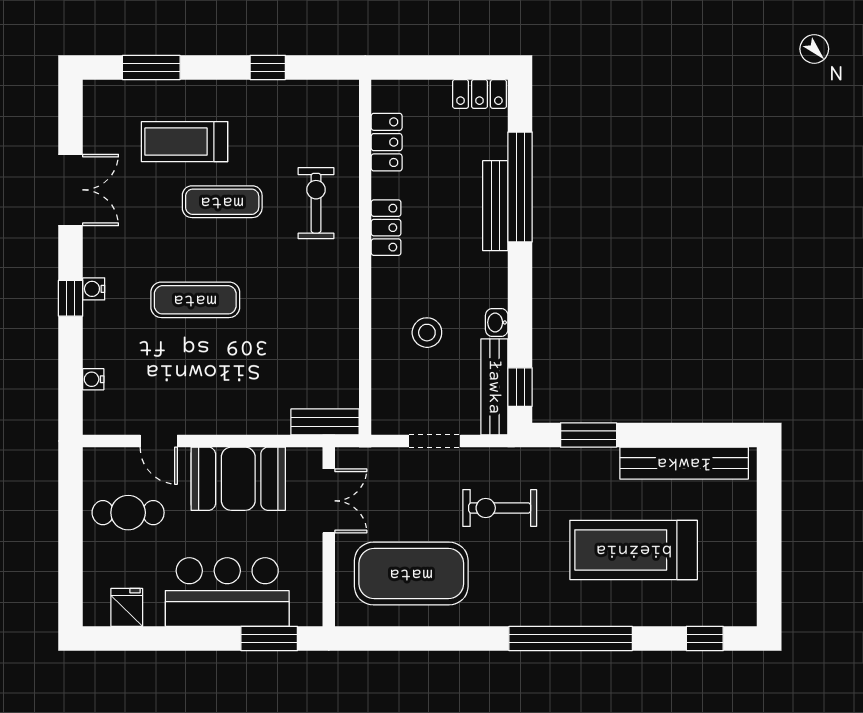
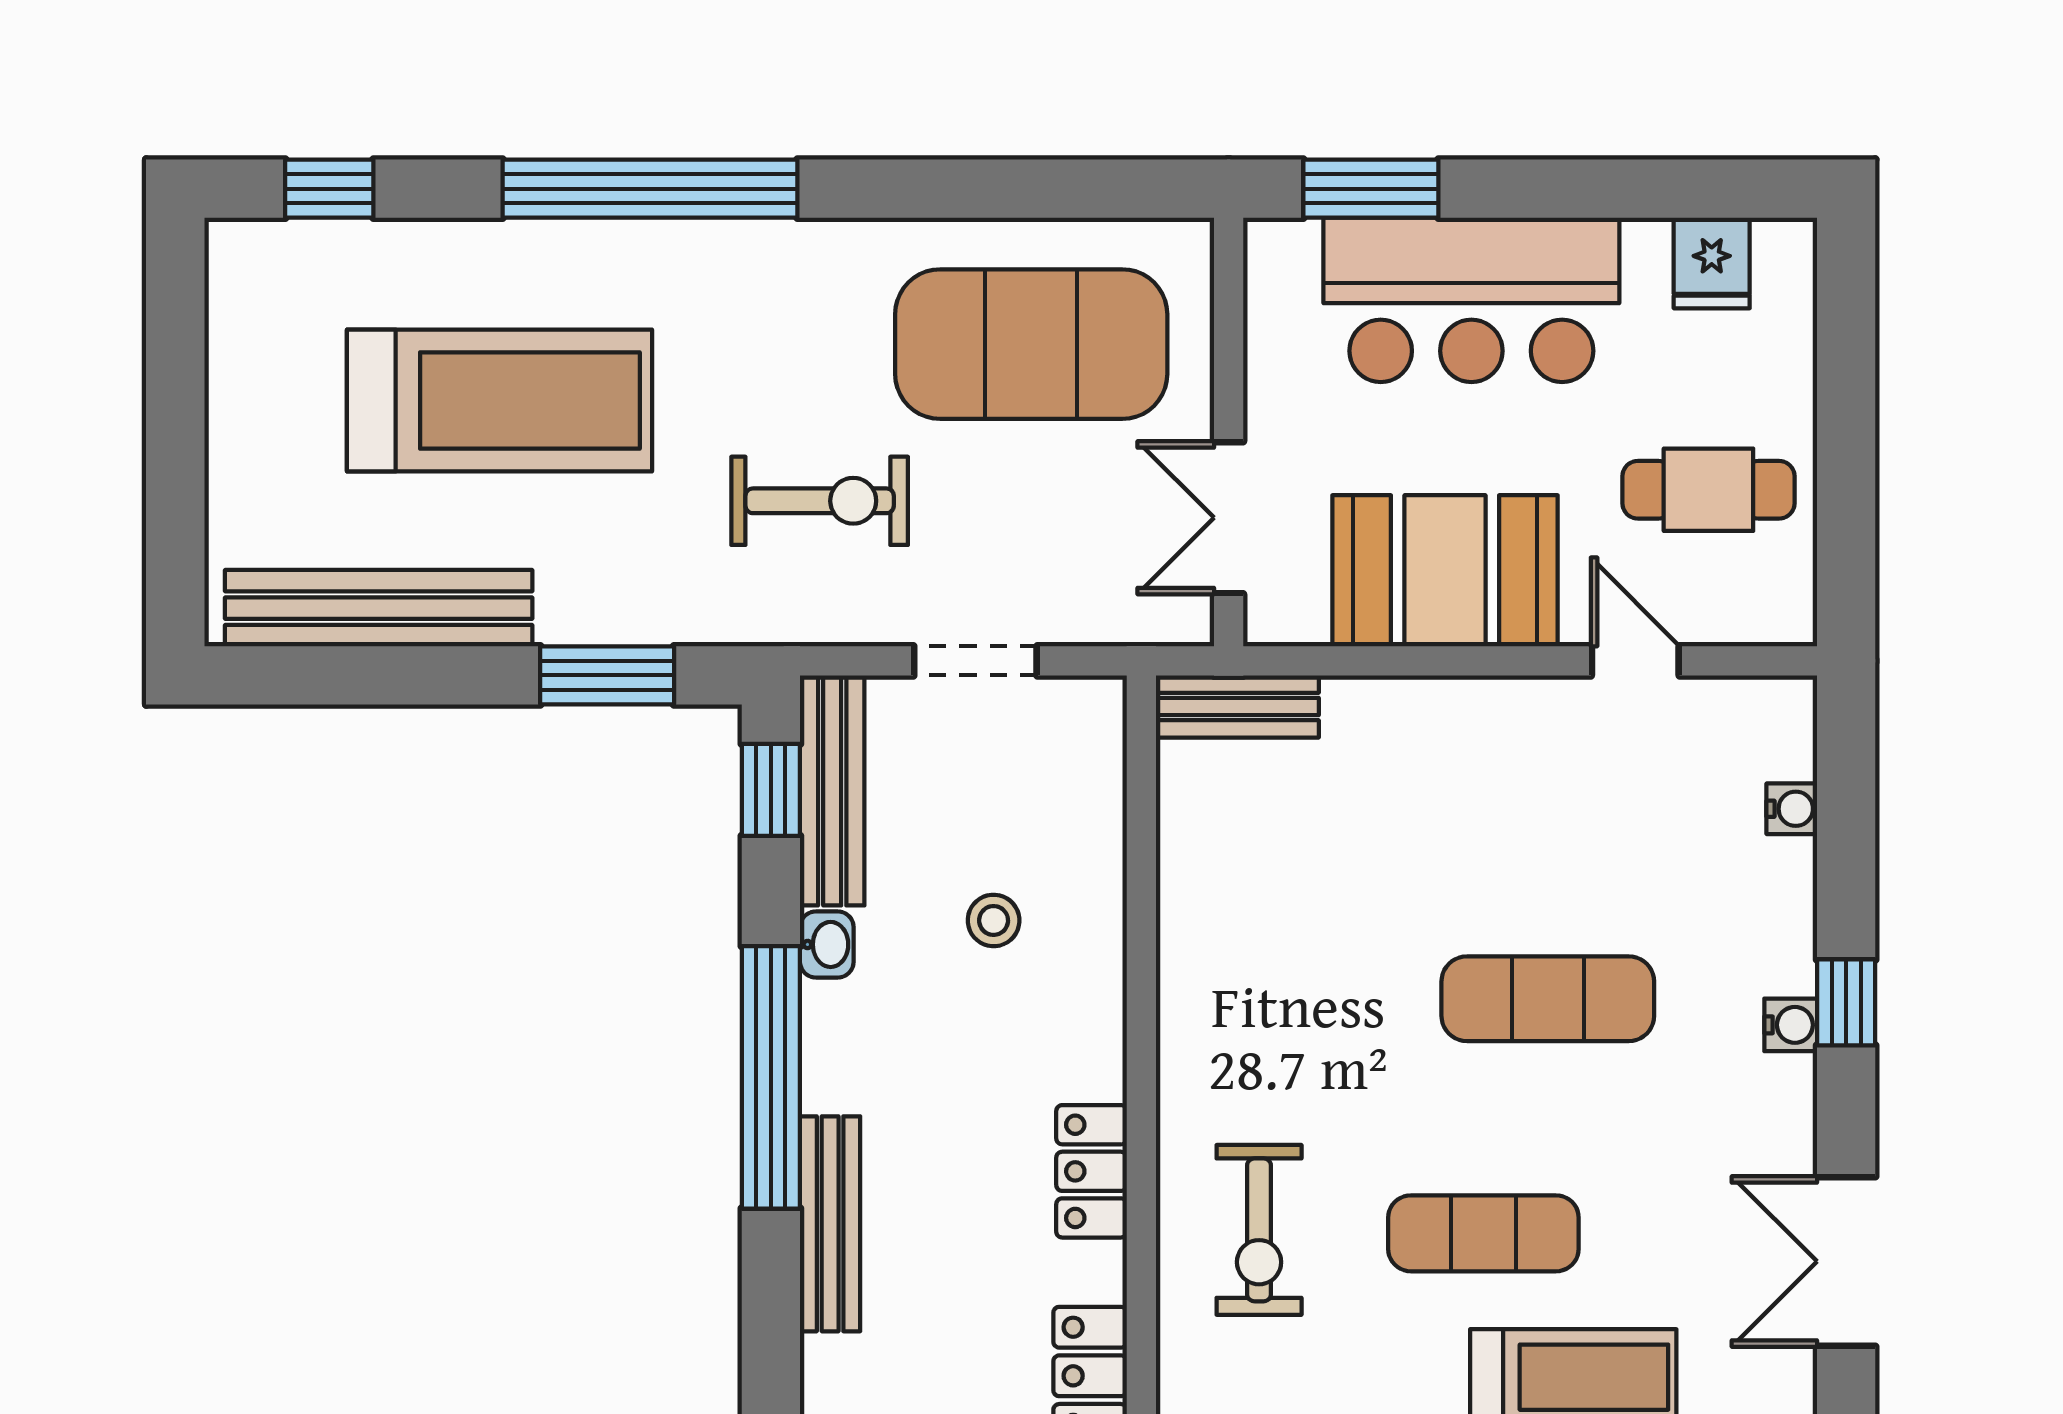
window: (520, 187) -> (771, 1077), moved
stool: (427, 333) -> (994, 920), width x0.73, depth x0.73

